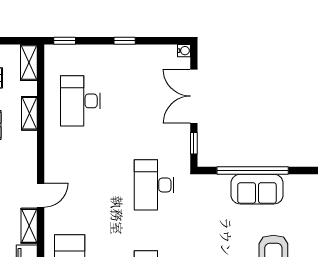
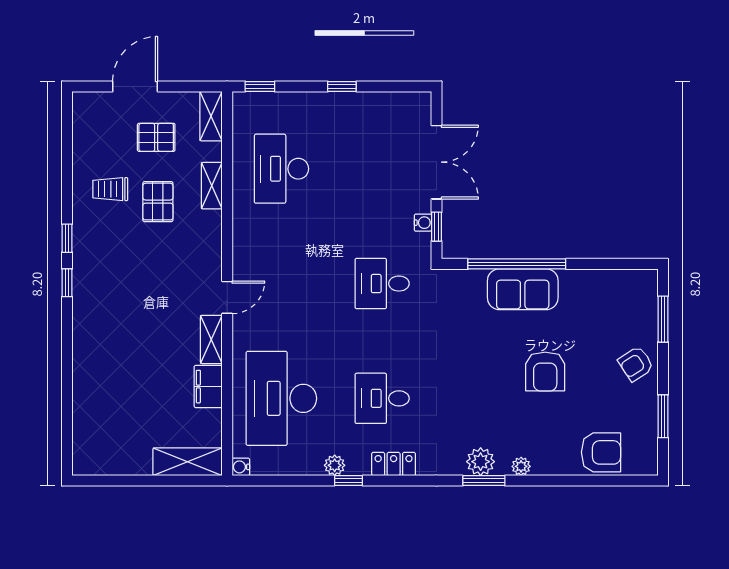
water cooler: (184, 51) -> (423, 223), moved
double door: (194, 96) -> (436, 162), swing flipped
desk: (154, 185) -> (382, 284), width x0.73

